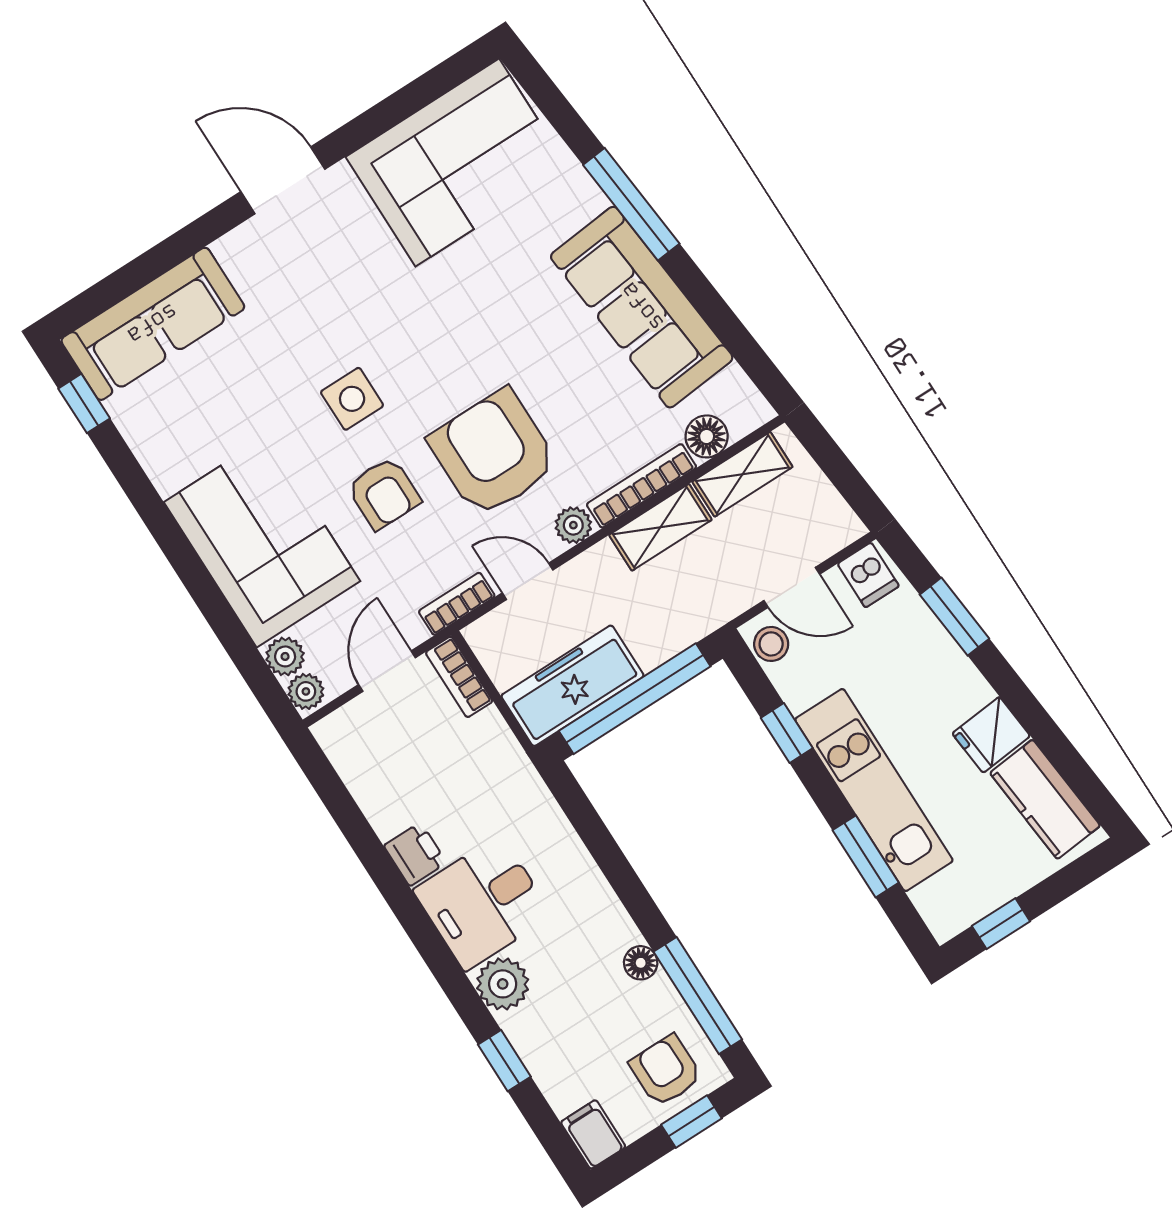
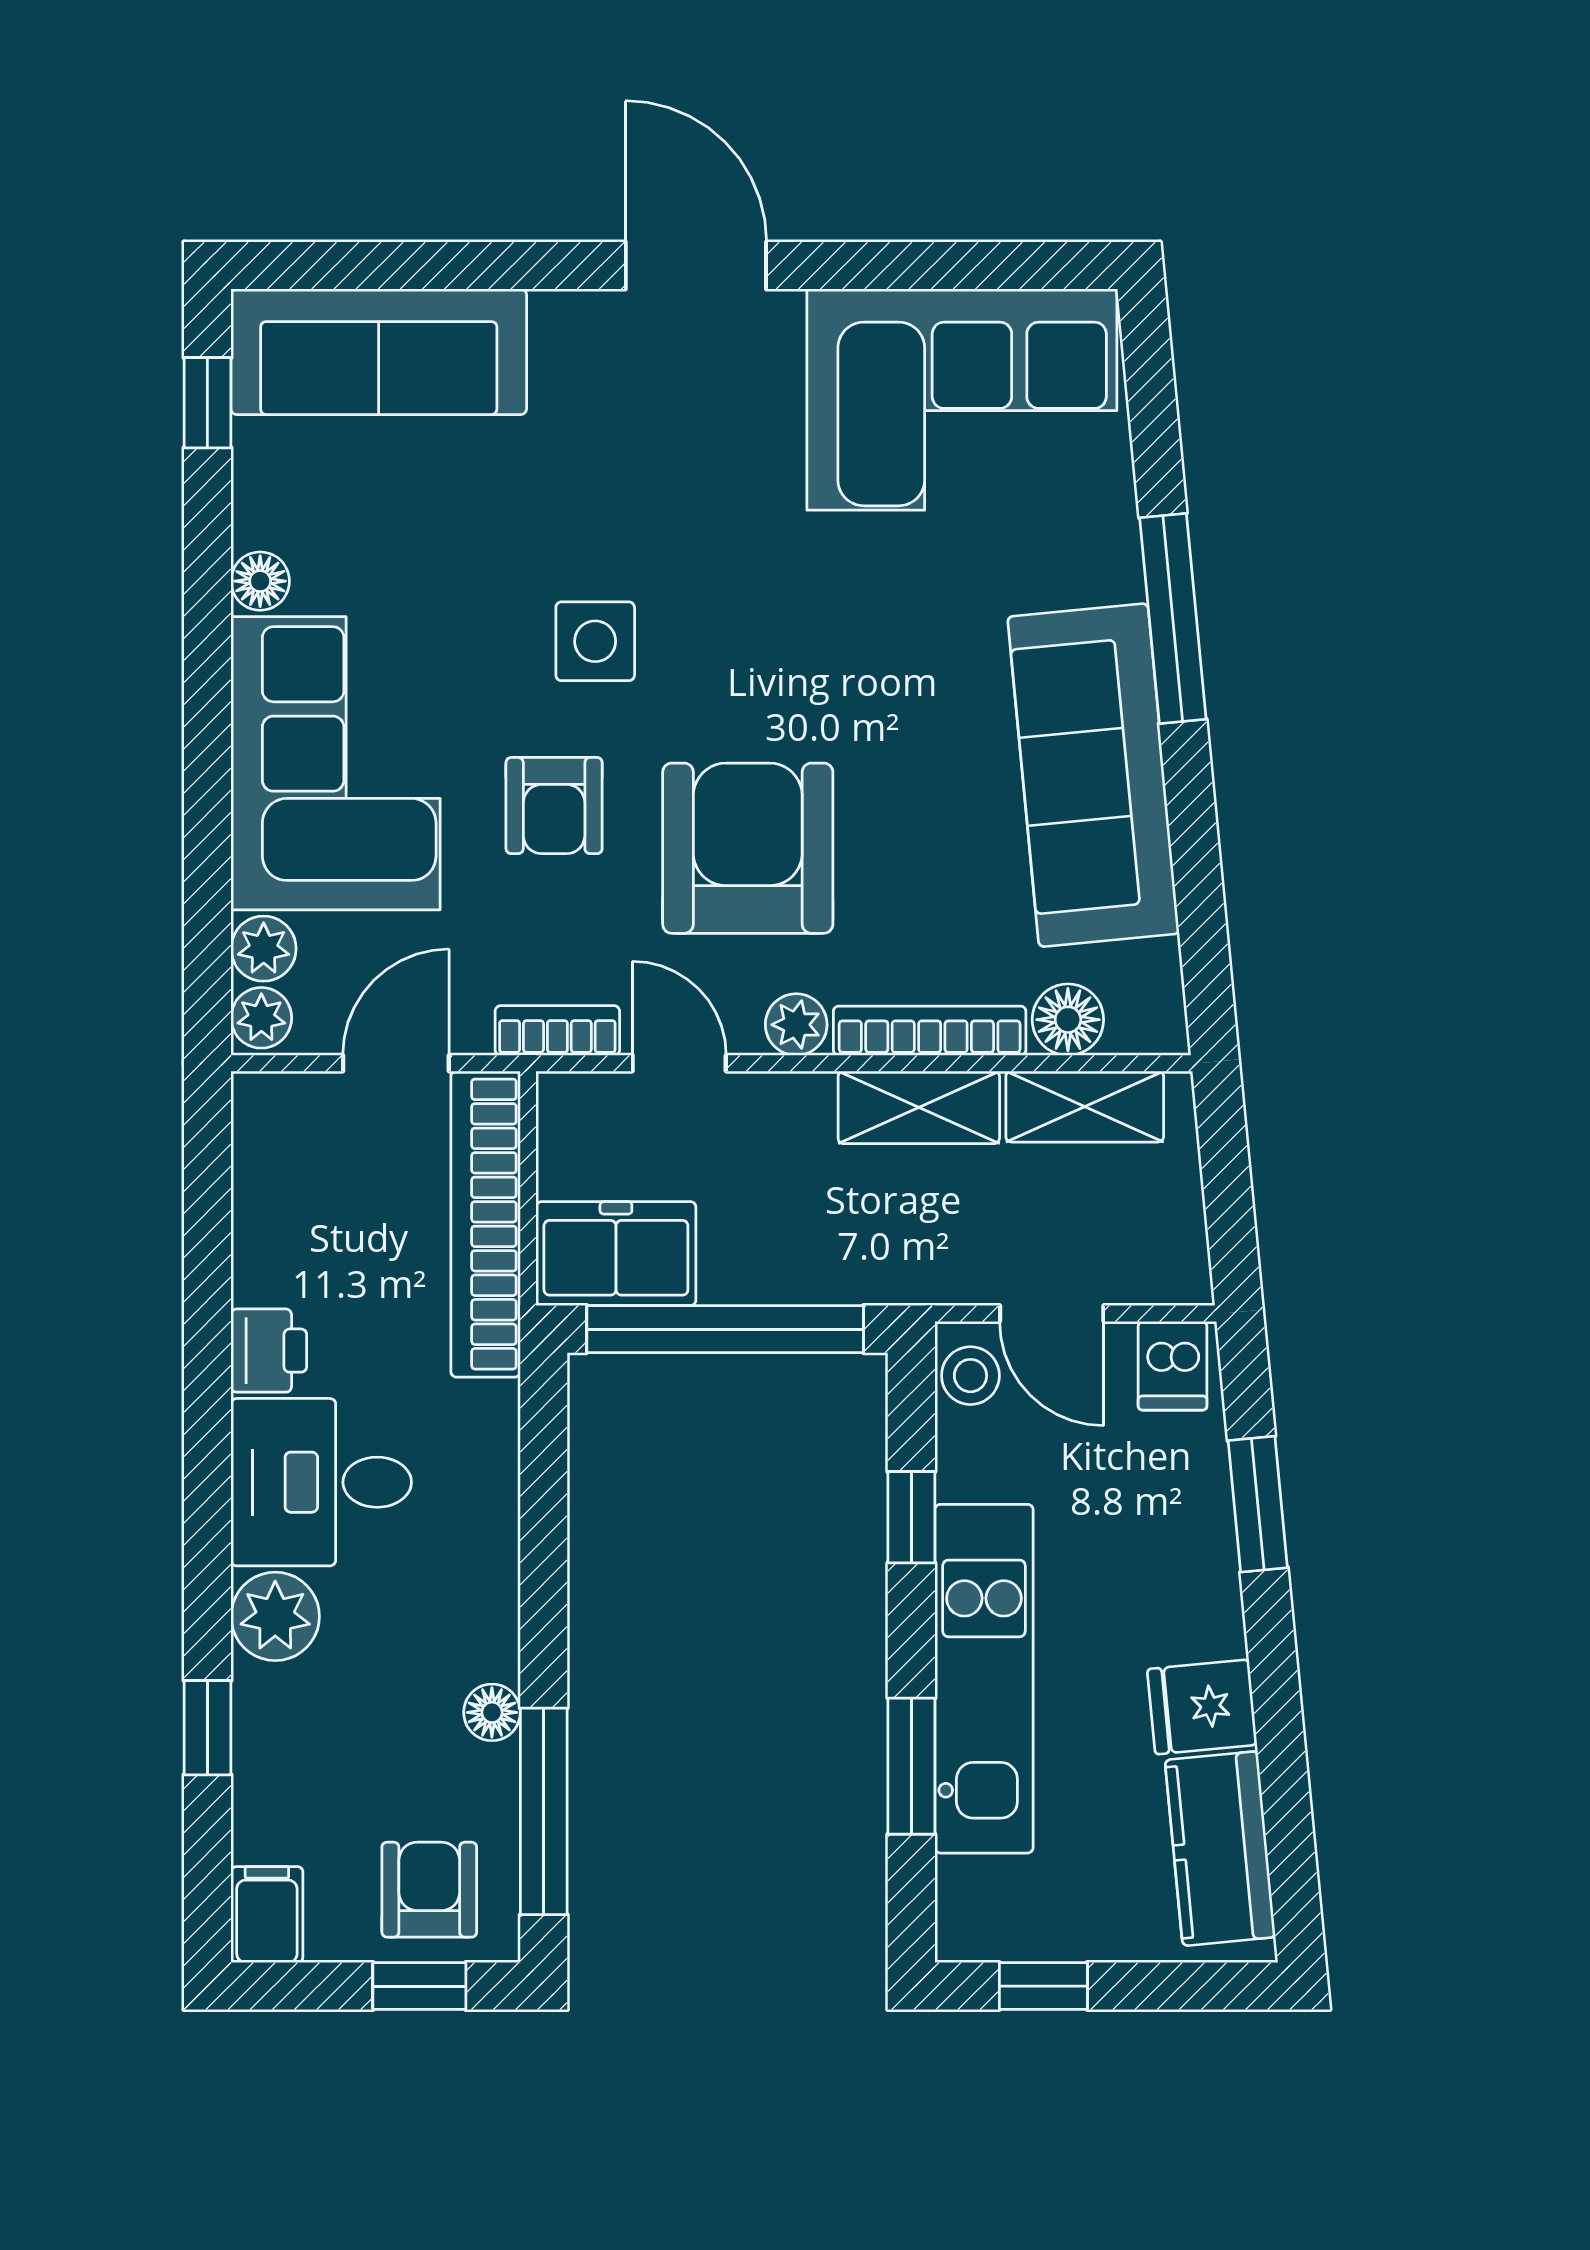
floor lamp: (167, 475) -> (260, 581), added
bookcase: (459, 677) -> (486, 1224), width x2.31, depth x1.31
freezer: (572, 686) -> (616, 1254), width x0.71

